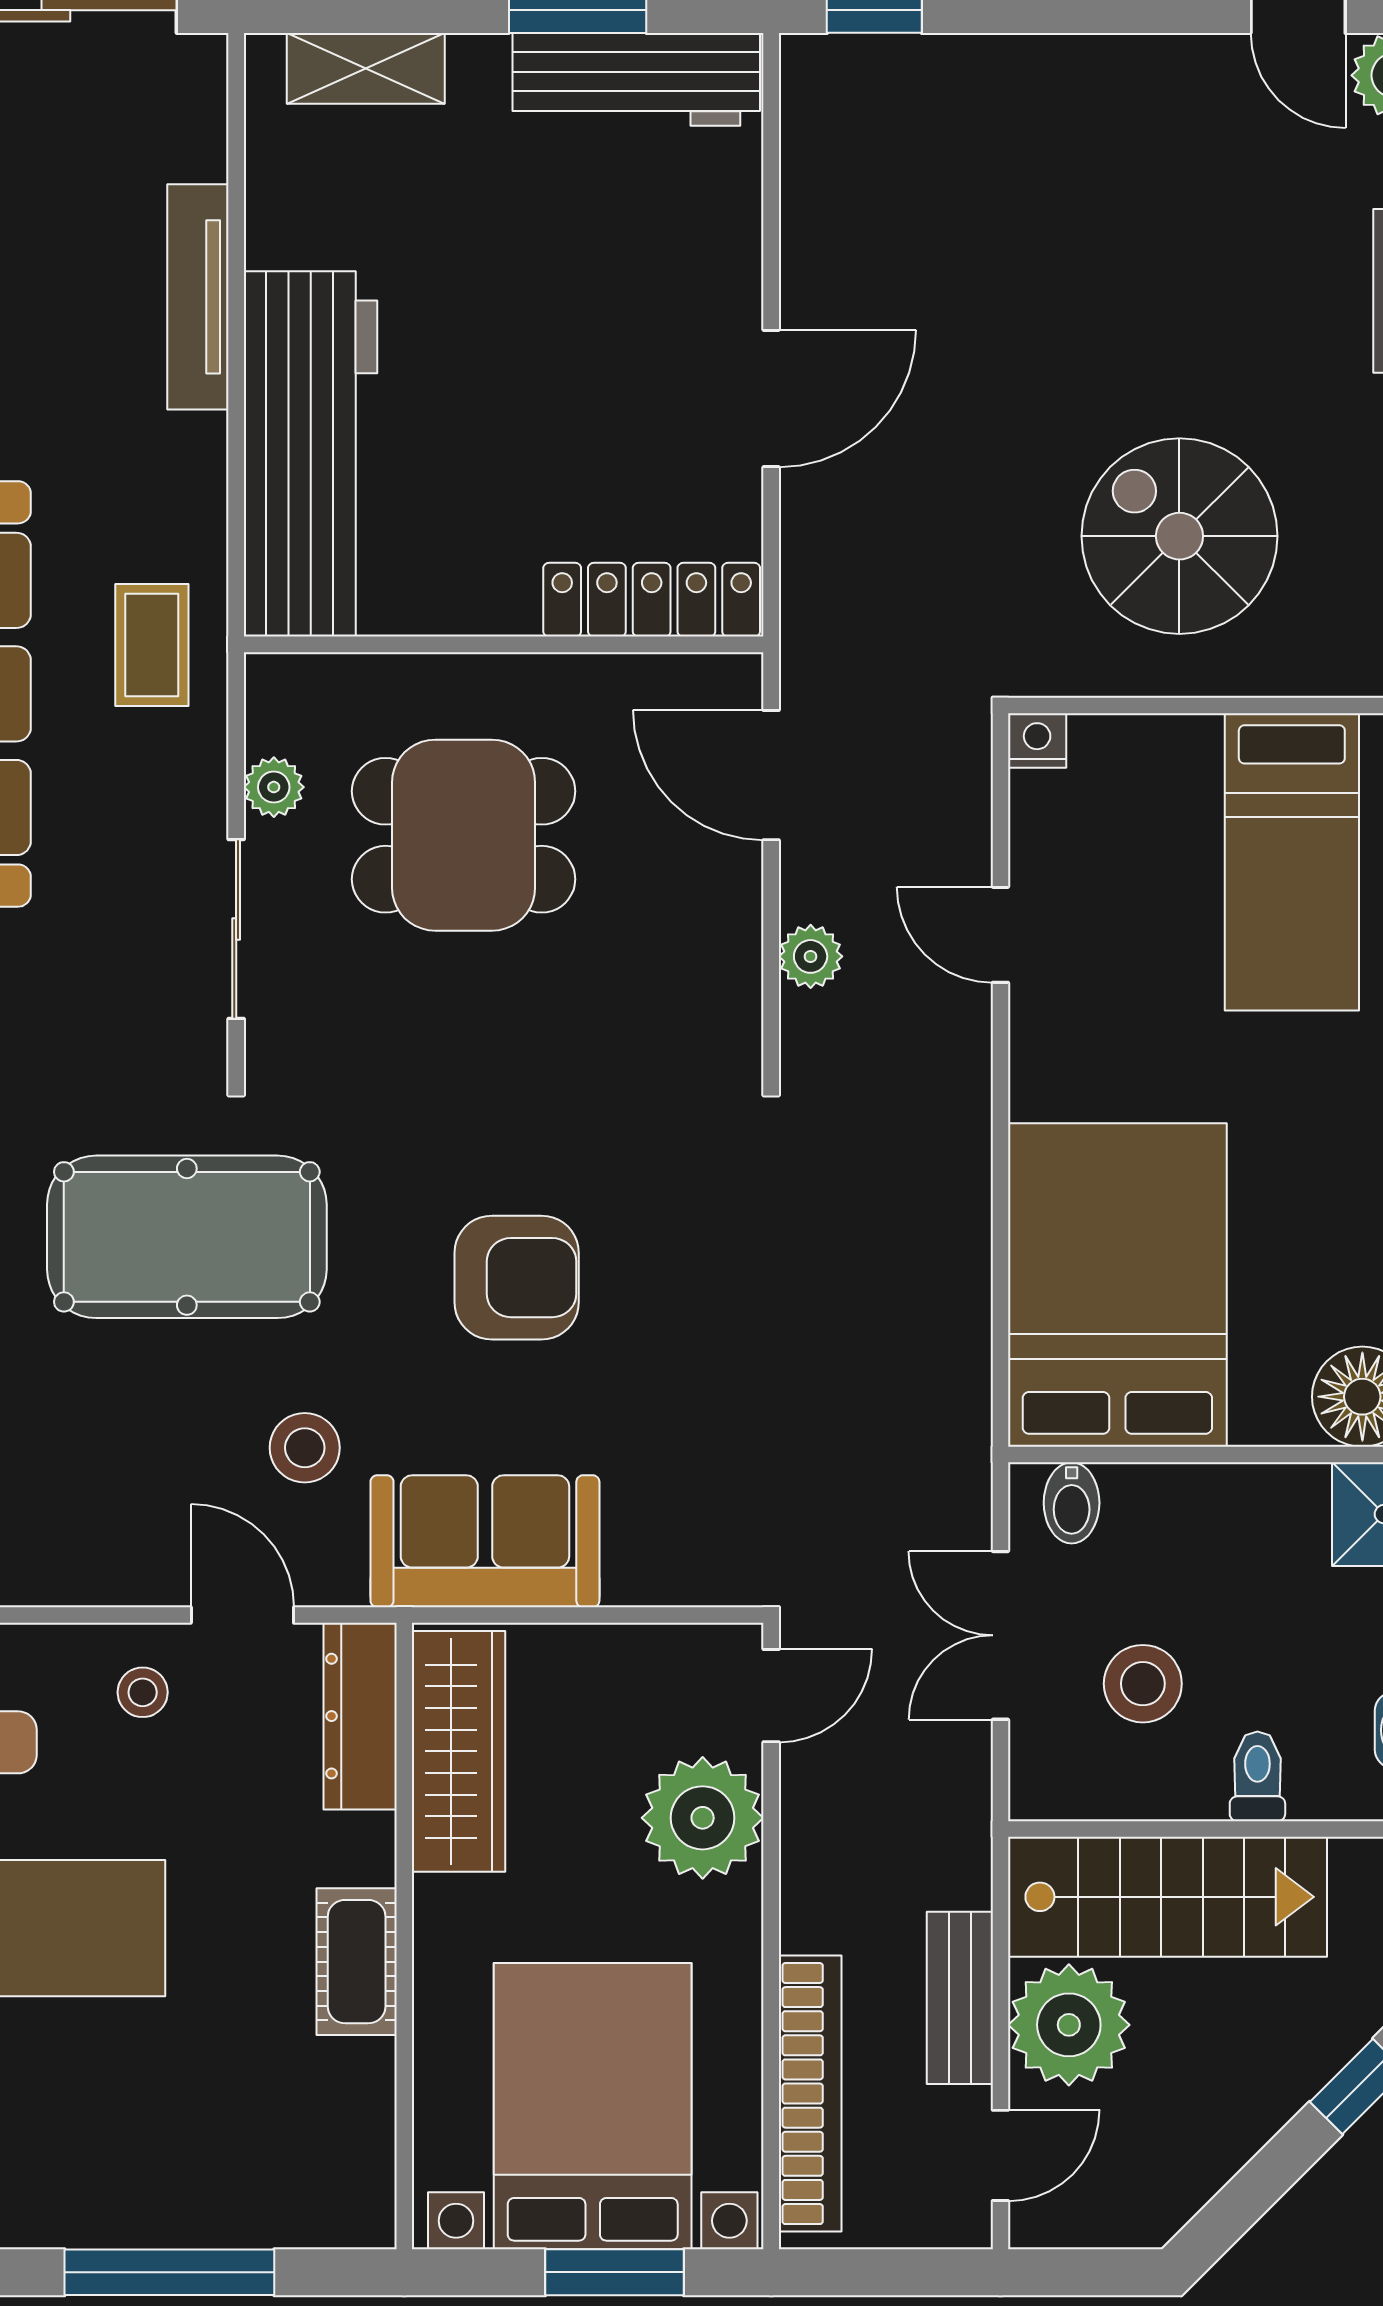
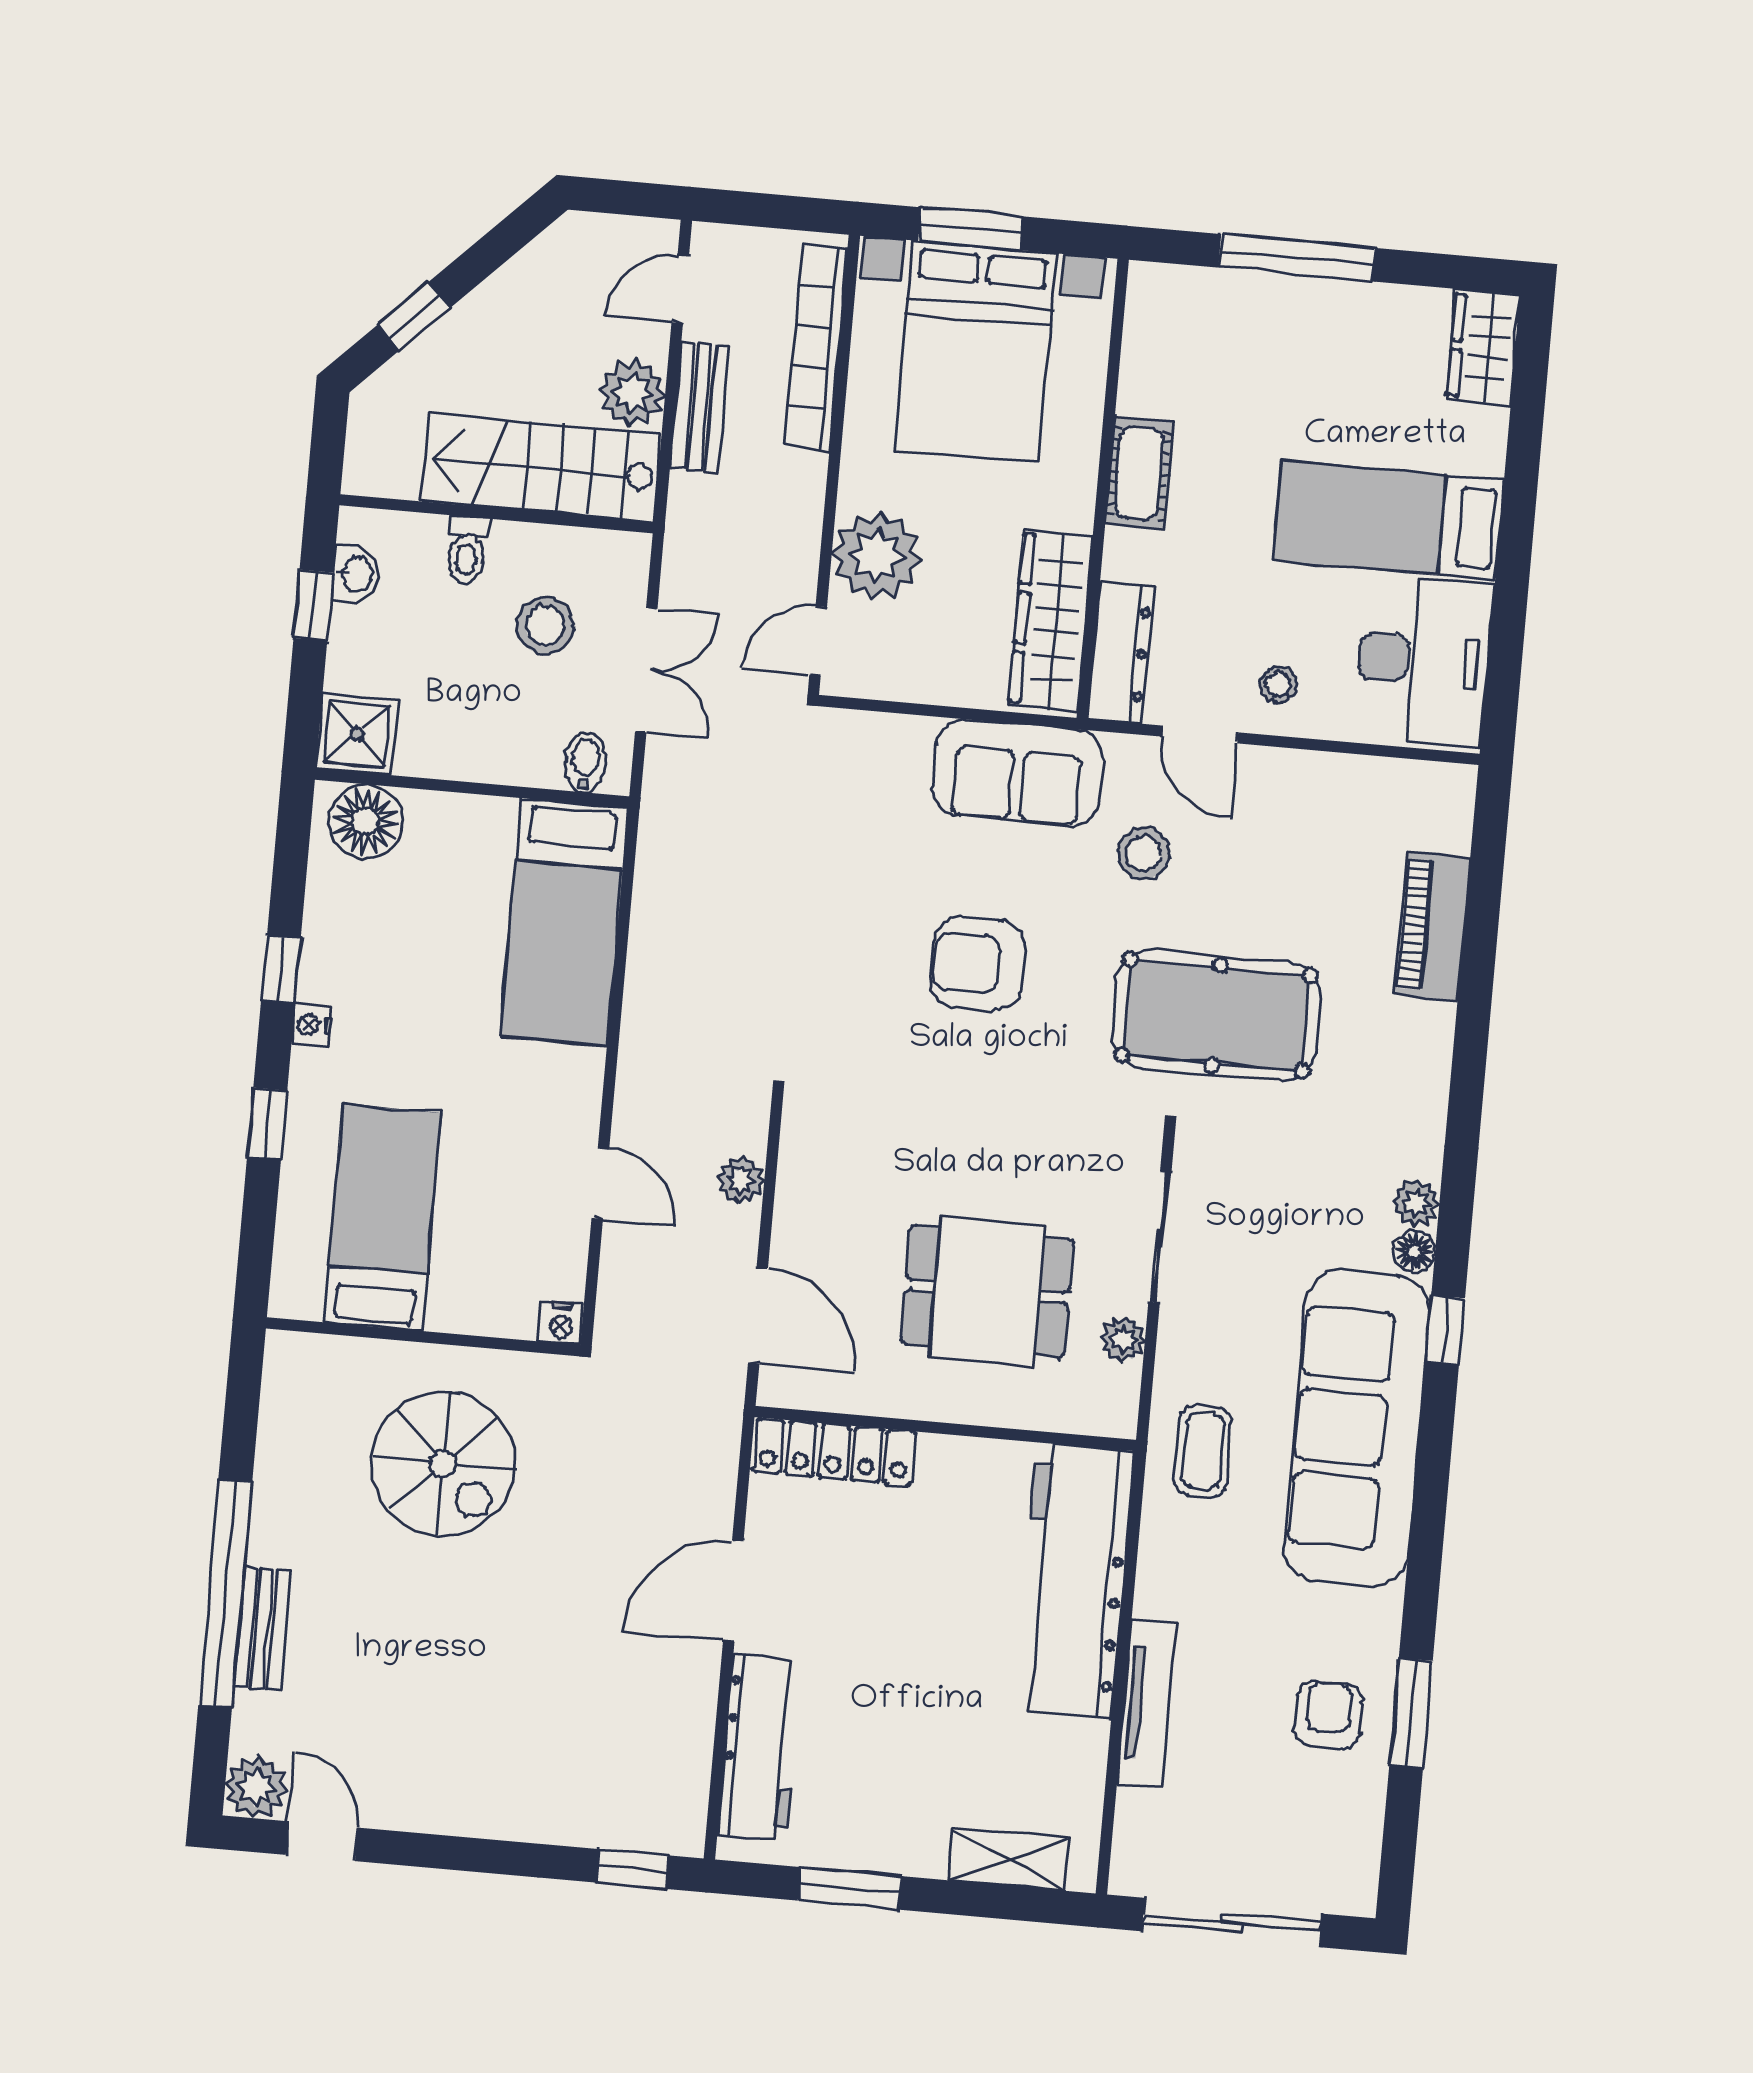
workbench: (636, 79) -> (759, 1748), moved, turned 90
bed: (1117, 1285) -> (564, 921), width x0.67
plant: (1069, 2025) -> (632, 393), width x0.73, depth x0.73

